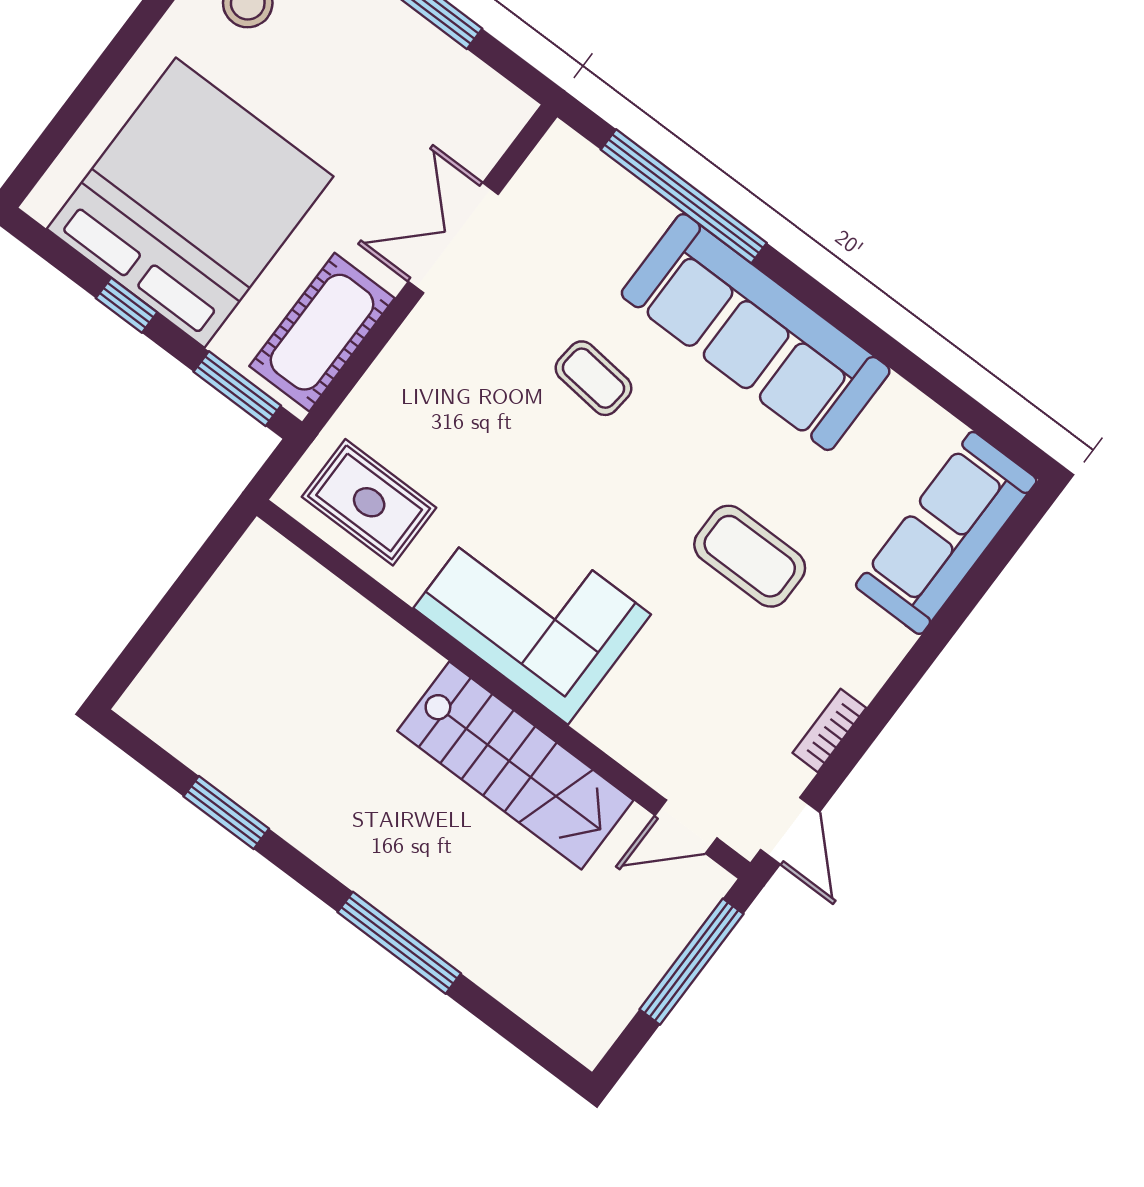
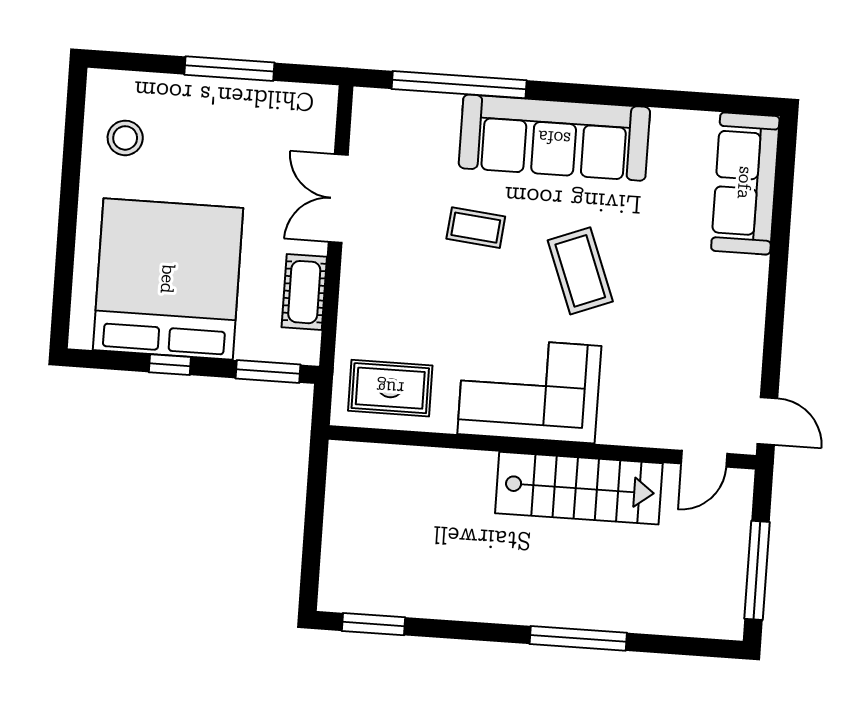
cot: (322, 332) -> (304, 292), width x0.73, depth x0.75
coffee table: (750, 556) -> (580, 271), moved, turned 69
bookcase: (829, 730) -> (752, 346), removed
window: (226, 812) -> (373, 624), moved
window: (691, 962) -> (757, 570), moved

